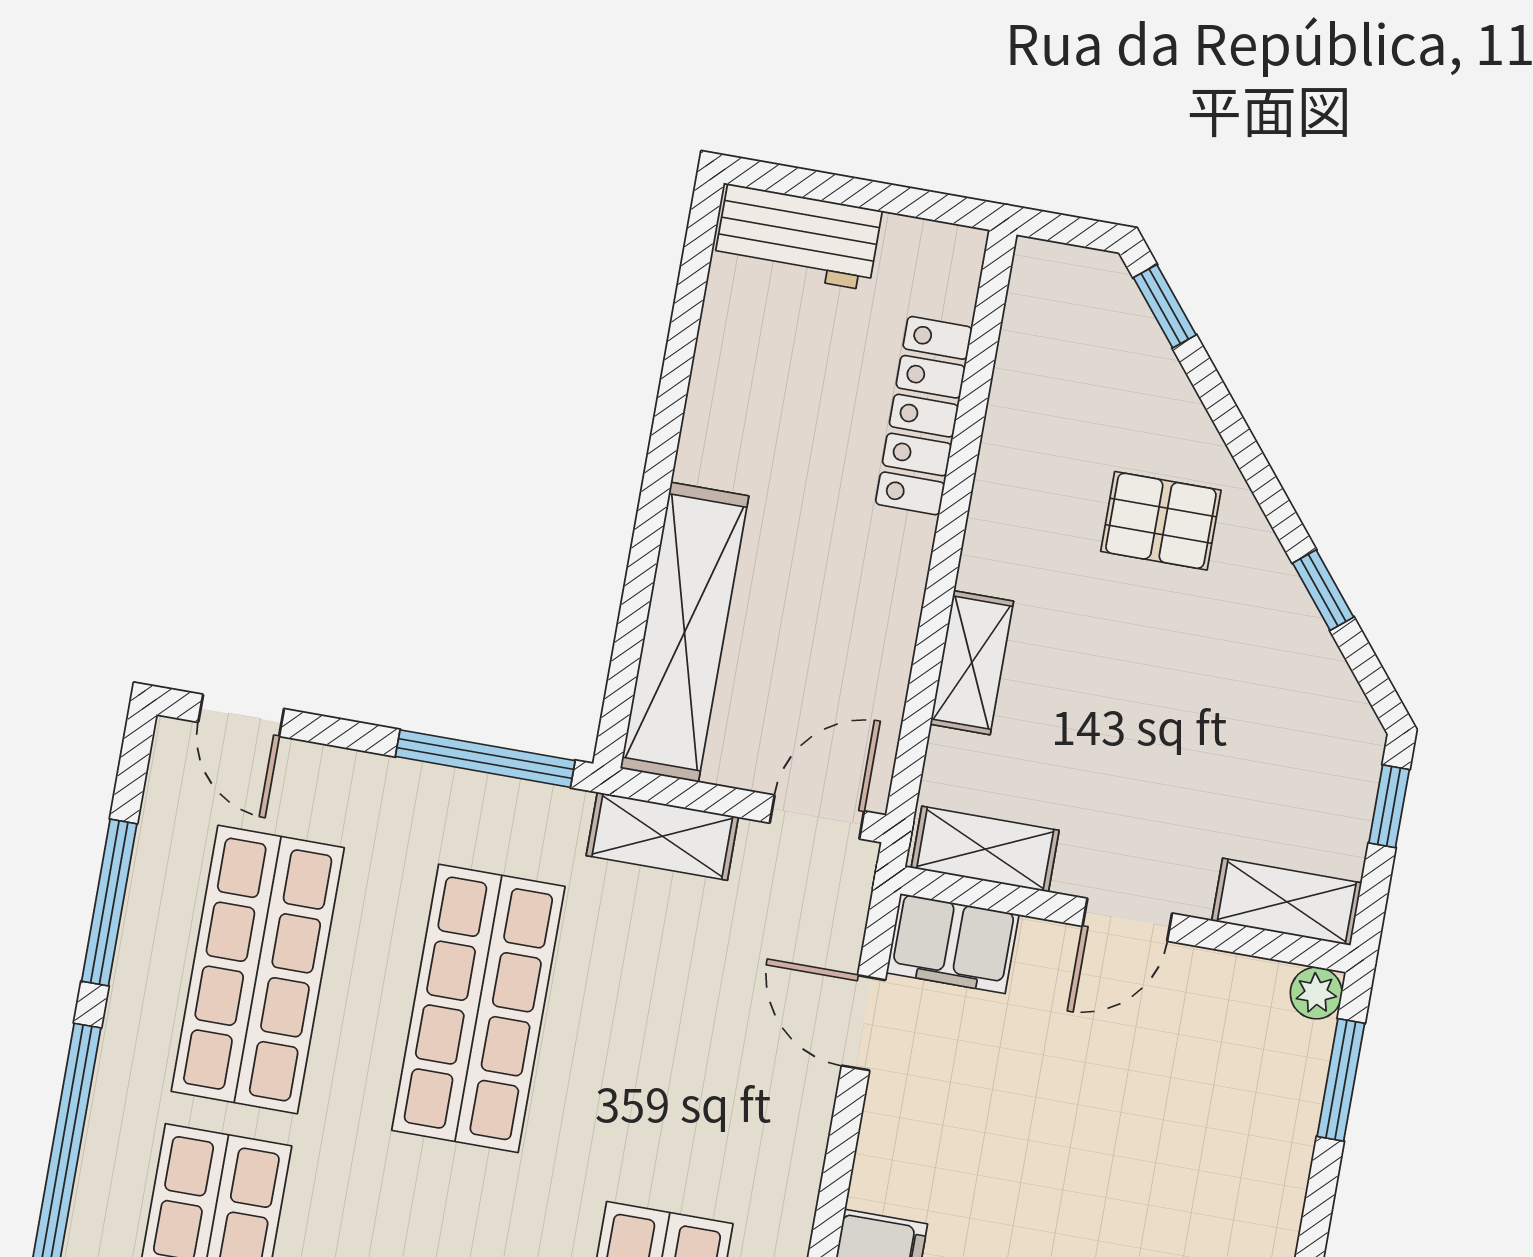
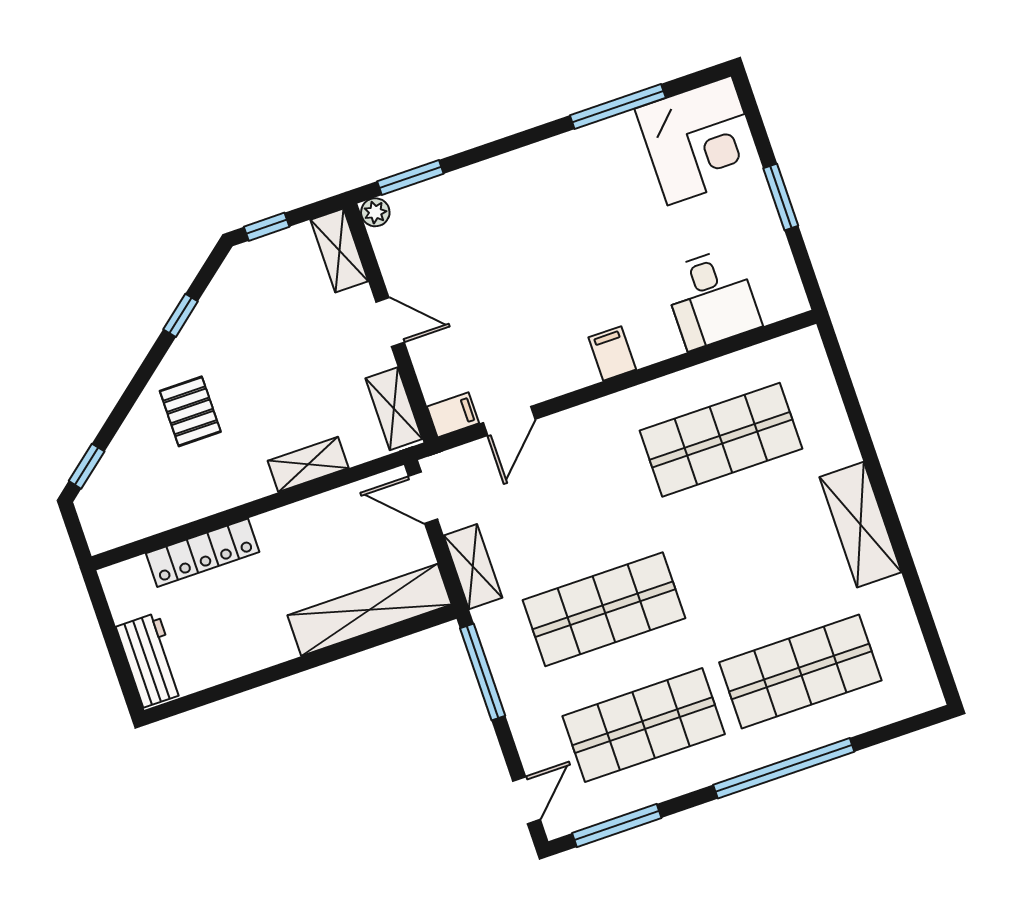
window: (109, 902) -> (617, 825), moved
filing cabinet: (953, 944) -> (453, 415), width x0.50

